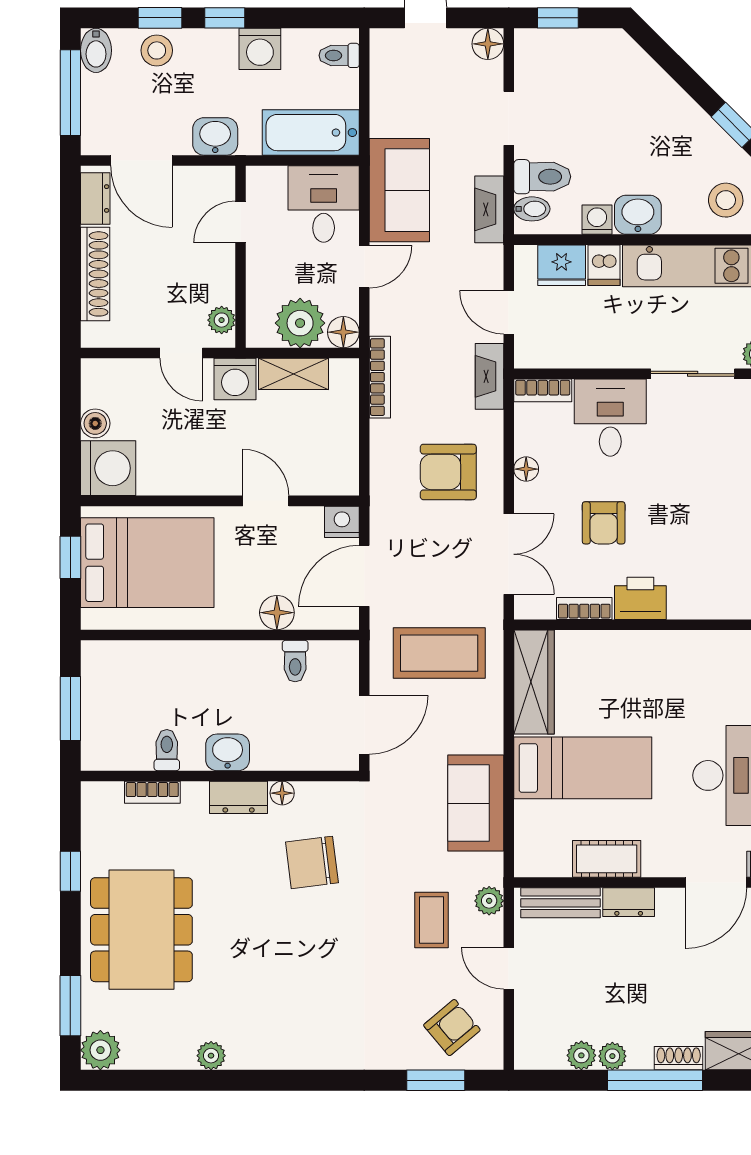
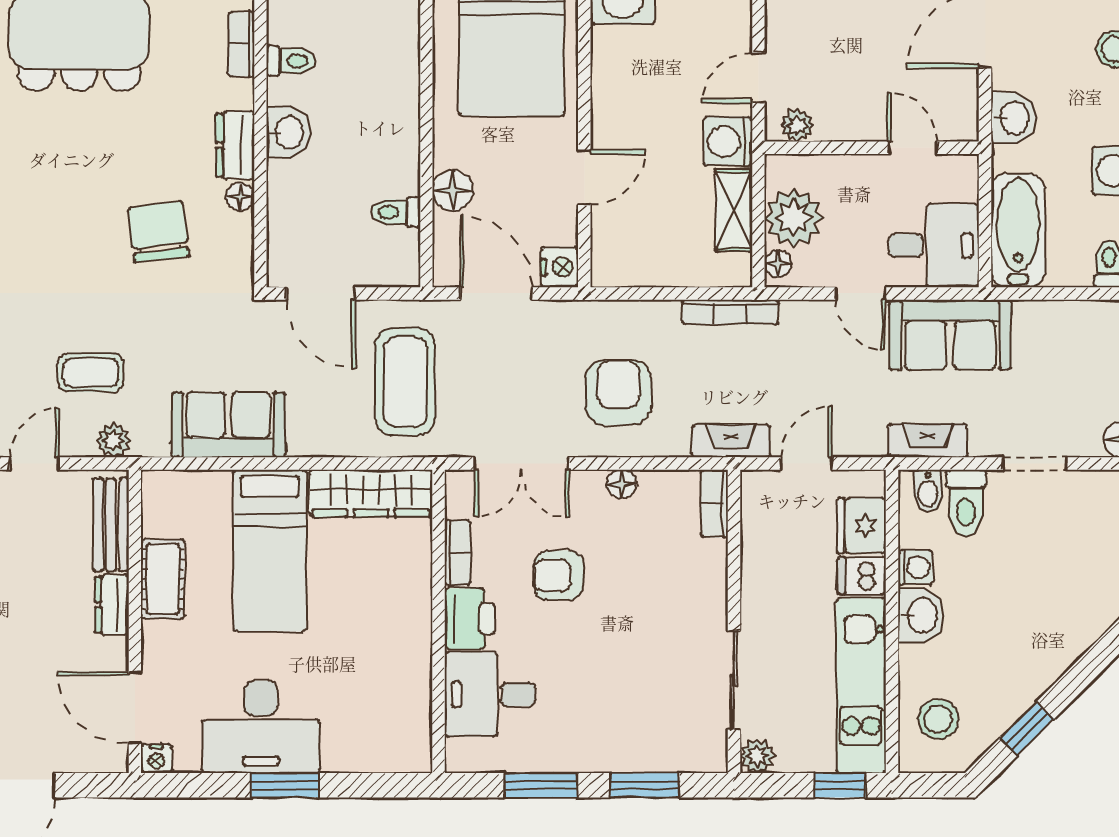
floor lamp: (343, 332) -> (778, 264), width x0.73, depth x0.73
desk: (610, 418) -> (490, 694), moved, turned 180

